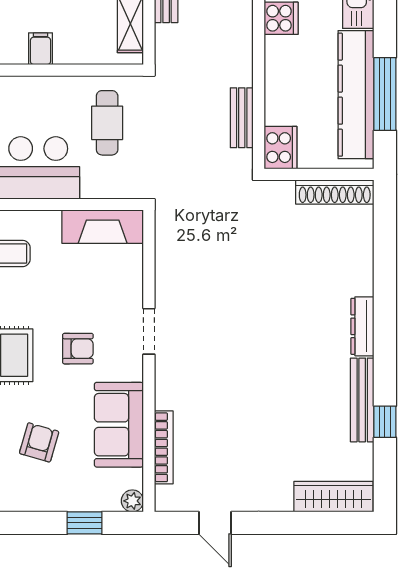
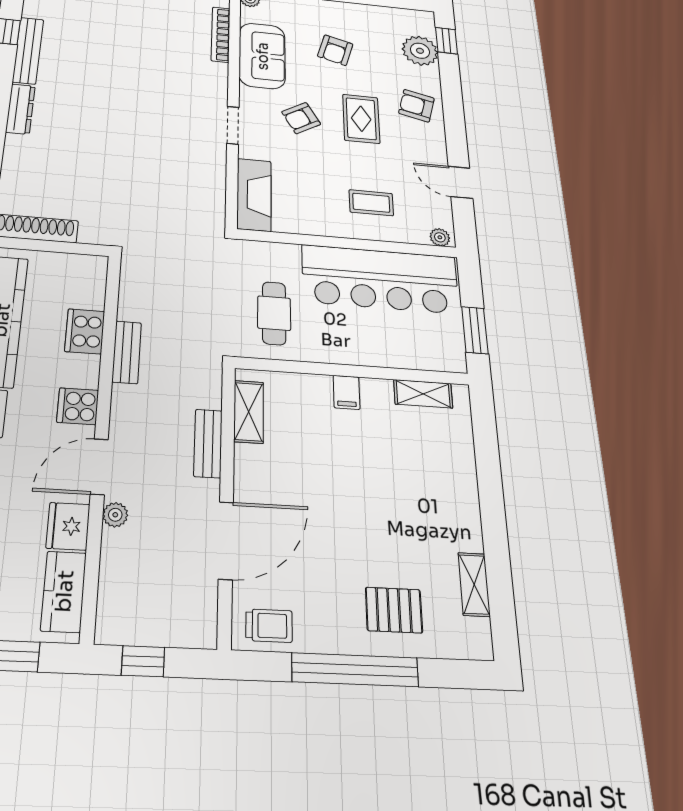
bench: (242, 118) -> (127, 352), moved
cooker: (281, 148) -> (85, 331), moved
fireplace: (103, 227) -> (254, 195), moved, turned 90
armchair: (78, 349) -> (301, 118), turned -30

